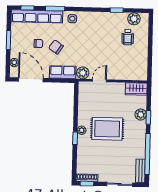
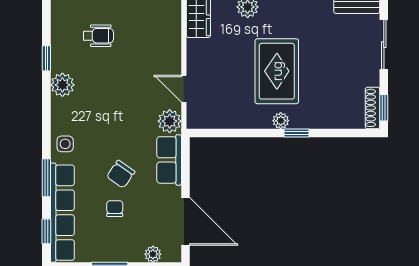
plant: (134, 19) -> (62, 85), moved
door: (31, 80) -> (185, 221), swing flipped

